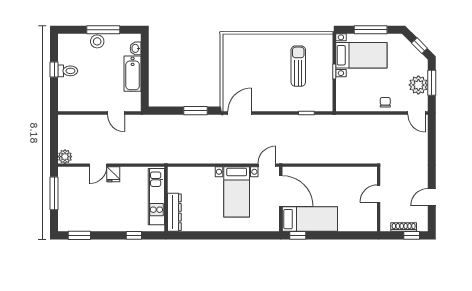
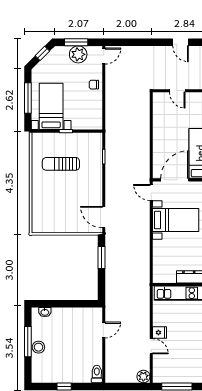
toilet: (68, 71) -> (97, 374), moved
bathtub: (133, 74) -> (68, 315), removed

